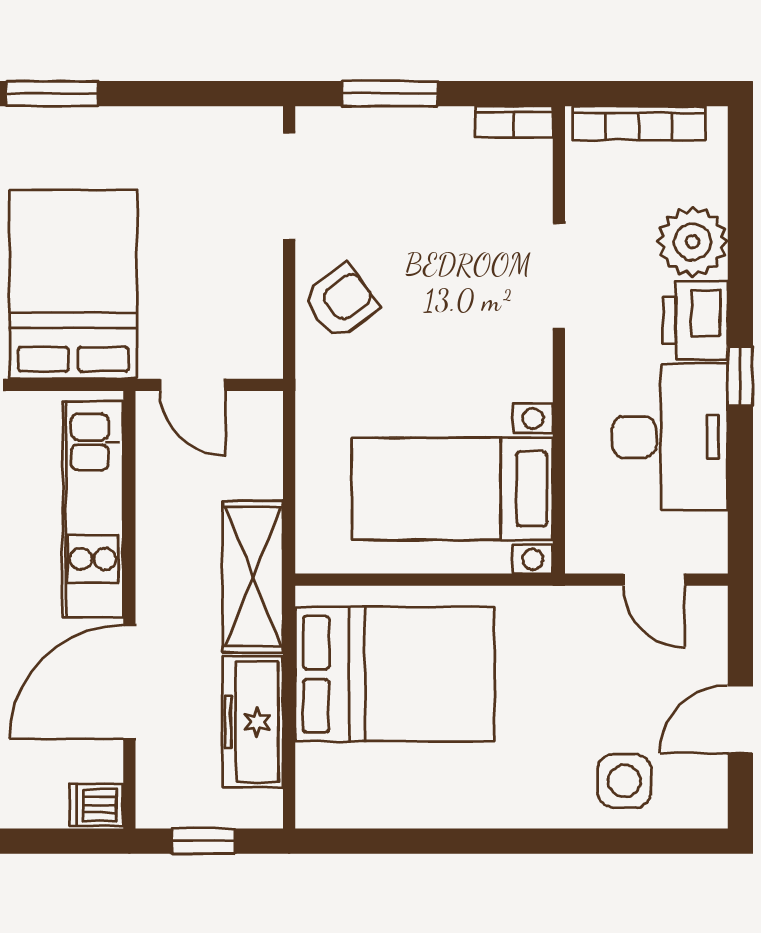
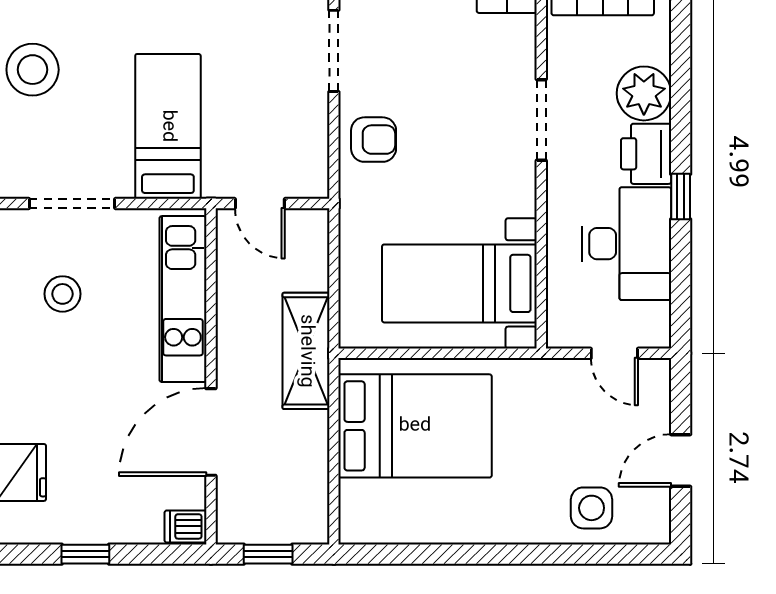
bed: (73, 284) -> (168, 126), width x0.67
armchair: (341, 302) -> (374, 140), turned 37
freezer: (253, 722) -> (306, 462), removed

